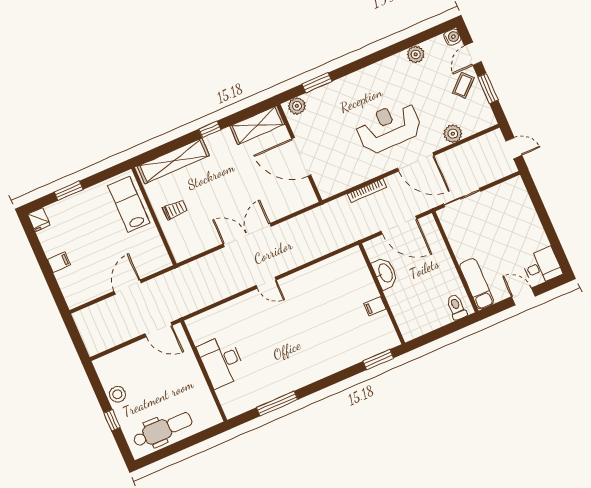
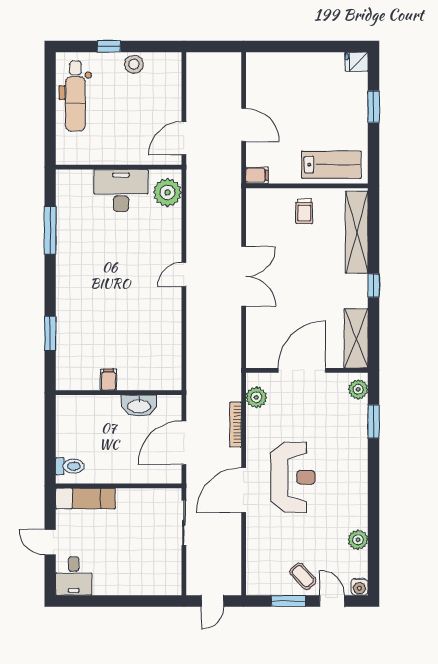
plant: (453, 134) -> (256, 397), moved
filing cabinet: (59, 262) -> (257, 175), moved, turned -90
door: (523, 297) -> (50, 542), swing flipped
plant: (207, 324) -> (167, 192), added
window: (378, 360) -> (50, 333), moved

